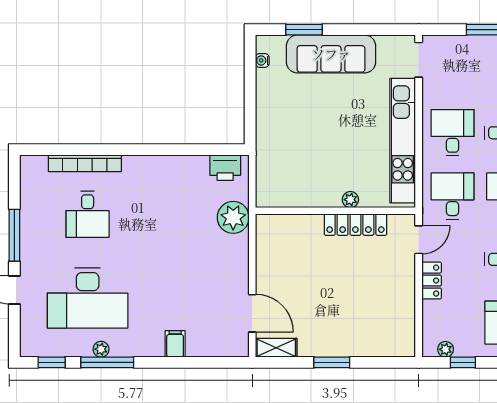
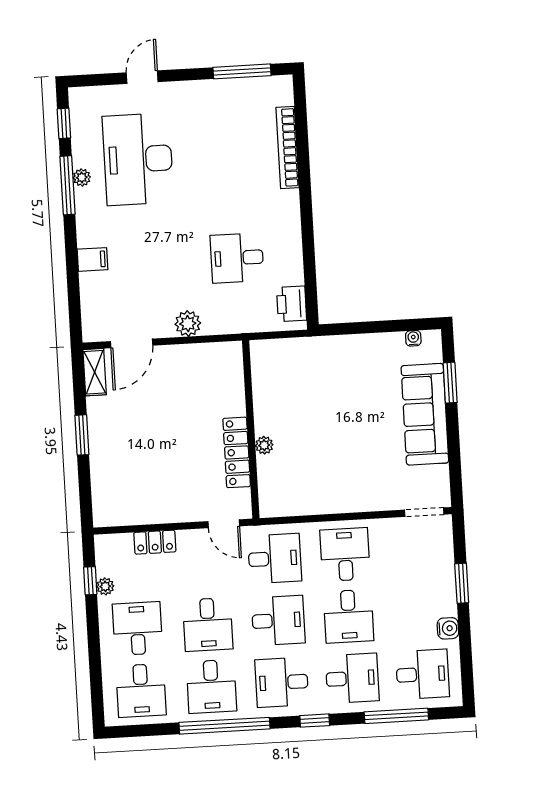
desk: (452, 133) -> (345, 554), turned -90
kitchen unit: (403, 141) -> (333, 500), removed
desk: (88, 214) -> (237, 258), moved
plant: (233, 217) -> (188, 324), moved, width x0.73, depth x0.73
window: (14, 235) -> (242, 71), moved
locker: (432, 281) -> (155, 542), moved
plant: (446, 349) -> (105, 586), moved

